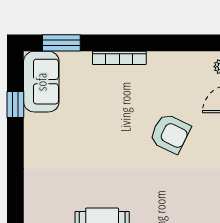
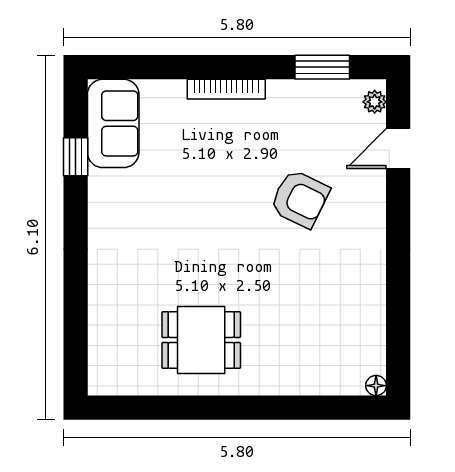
window: (61, 43) -> (322, 67), moved

